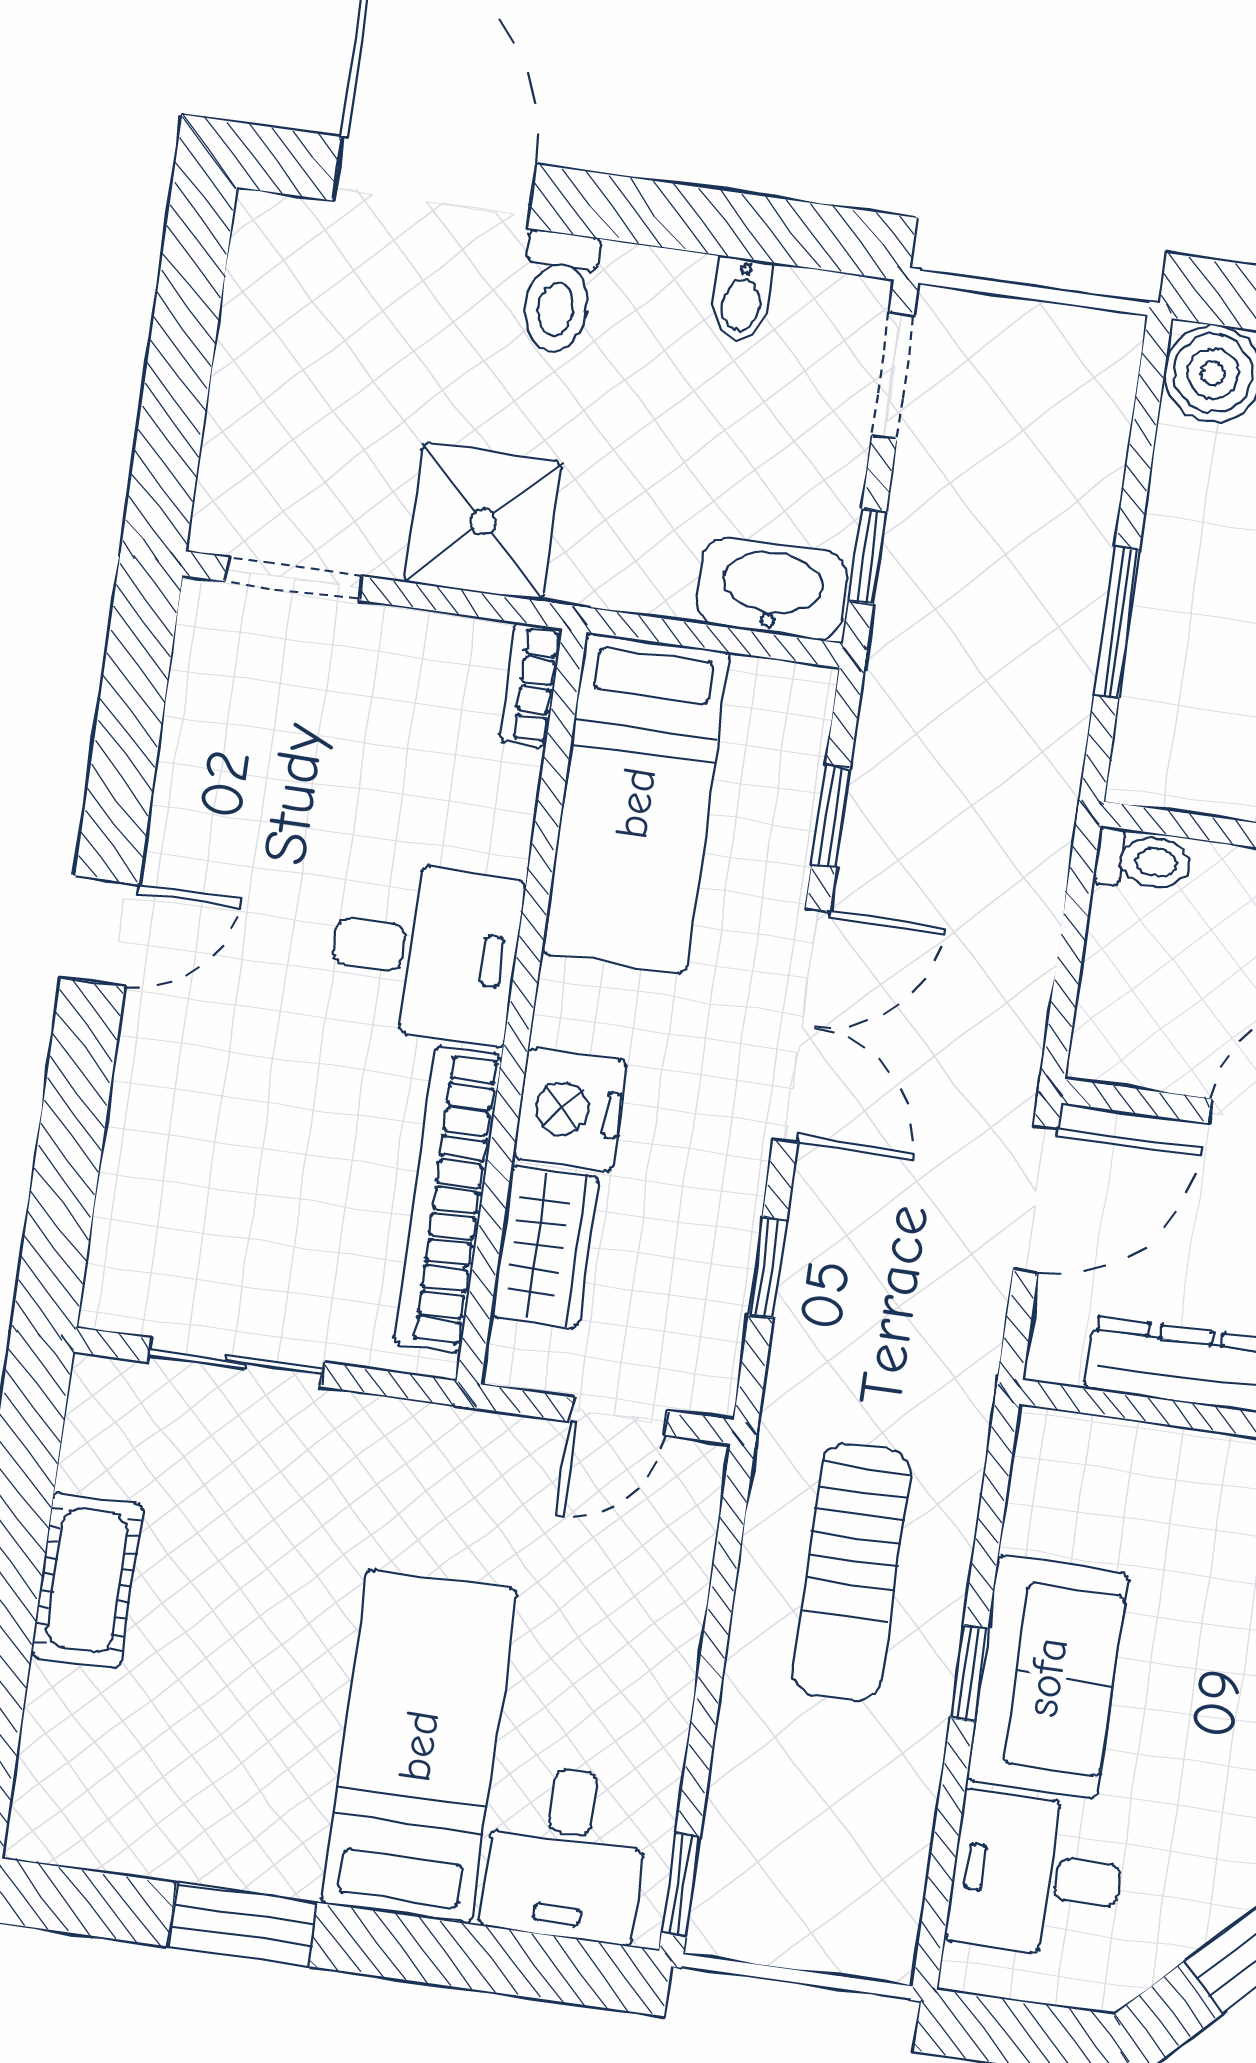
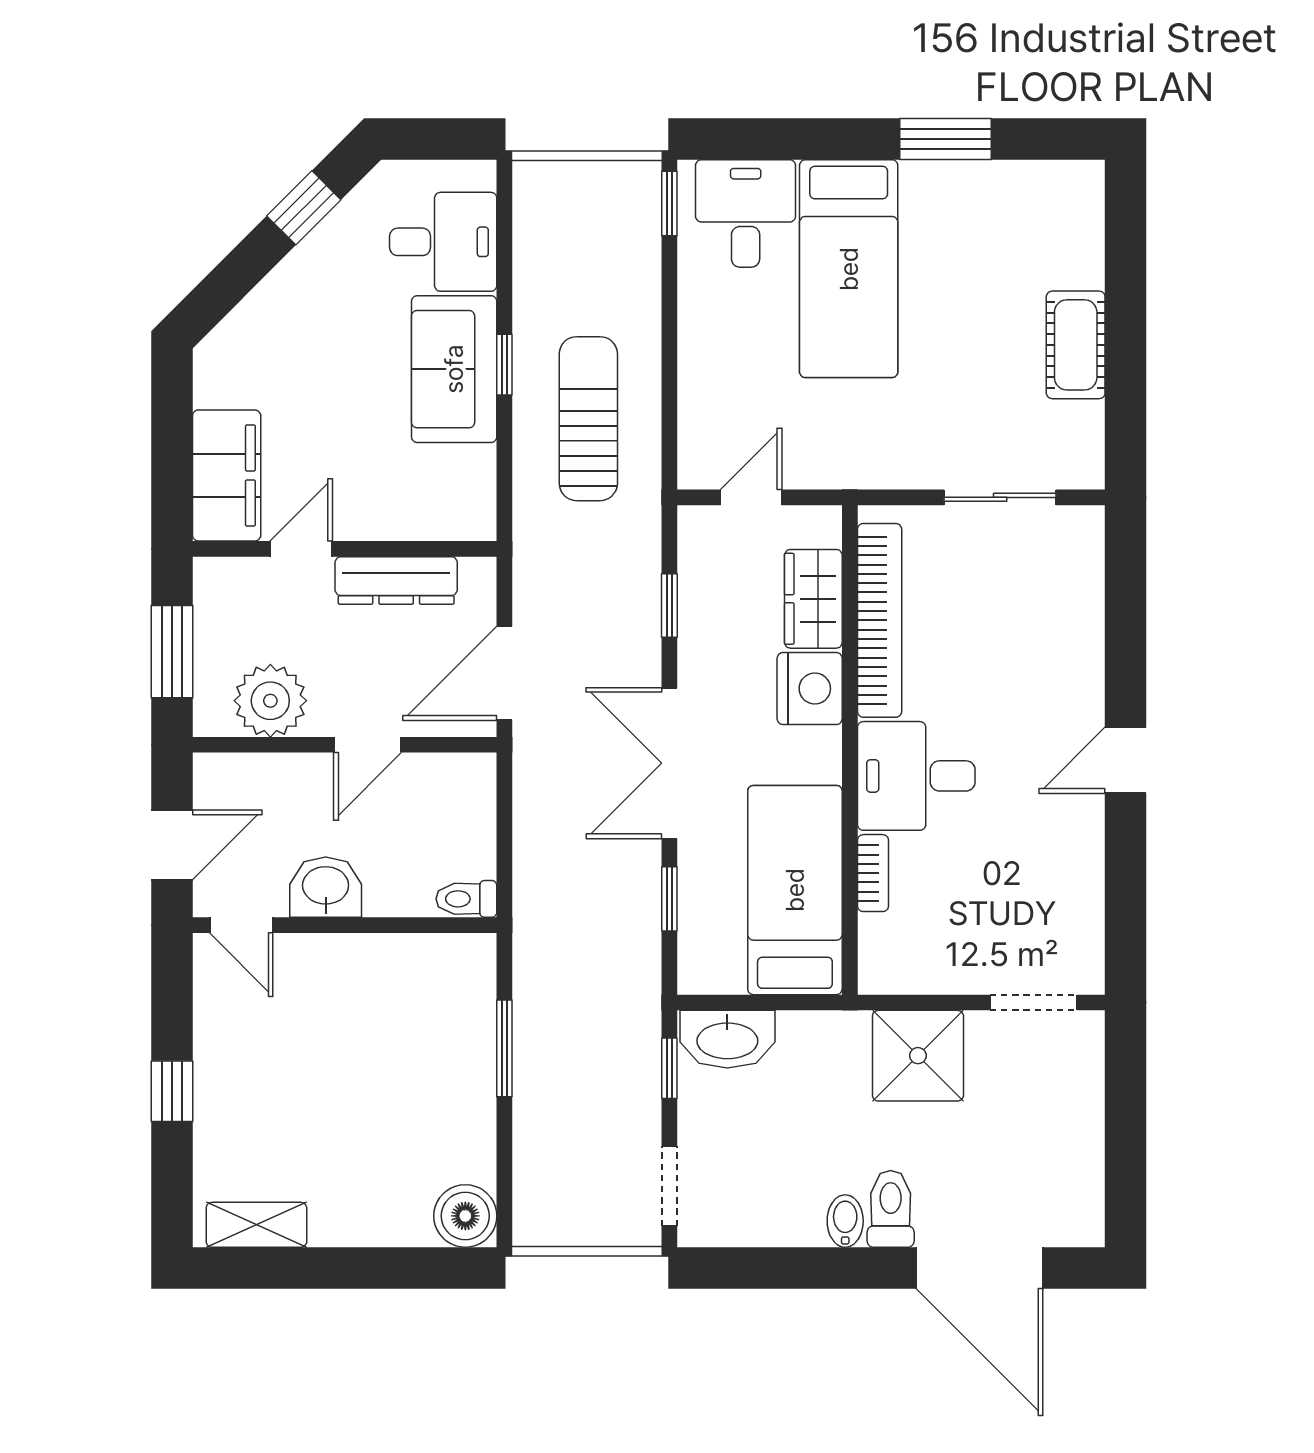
bidet: (742, 299) -> (845, 1221), moved
bookcase: (530, 685) -> (873, 873), moved

